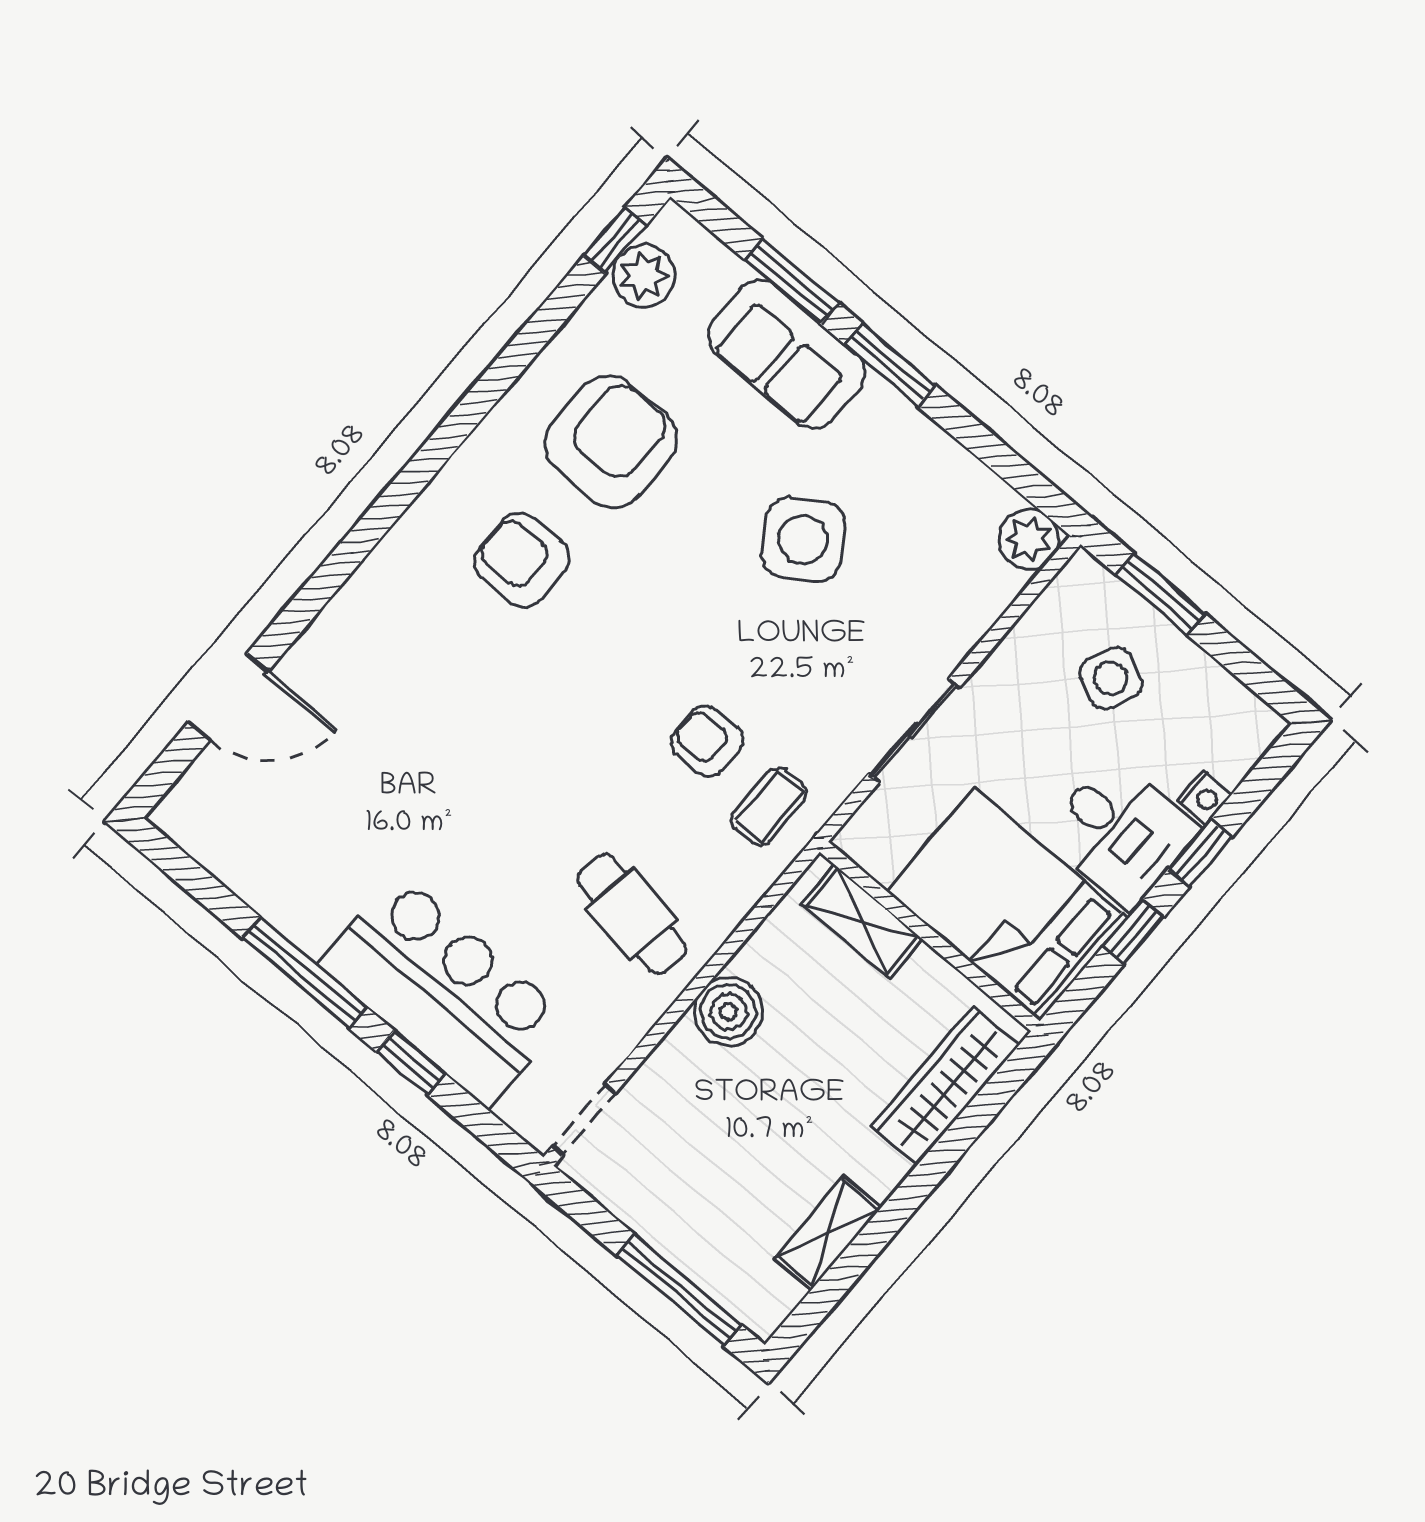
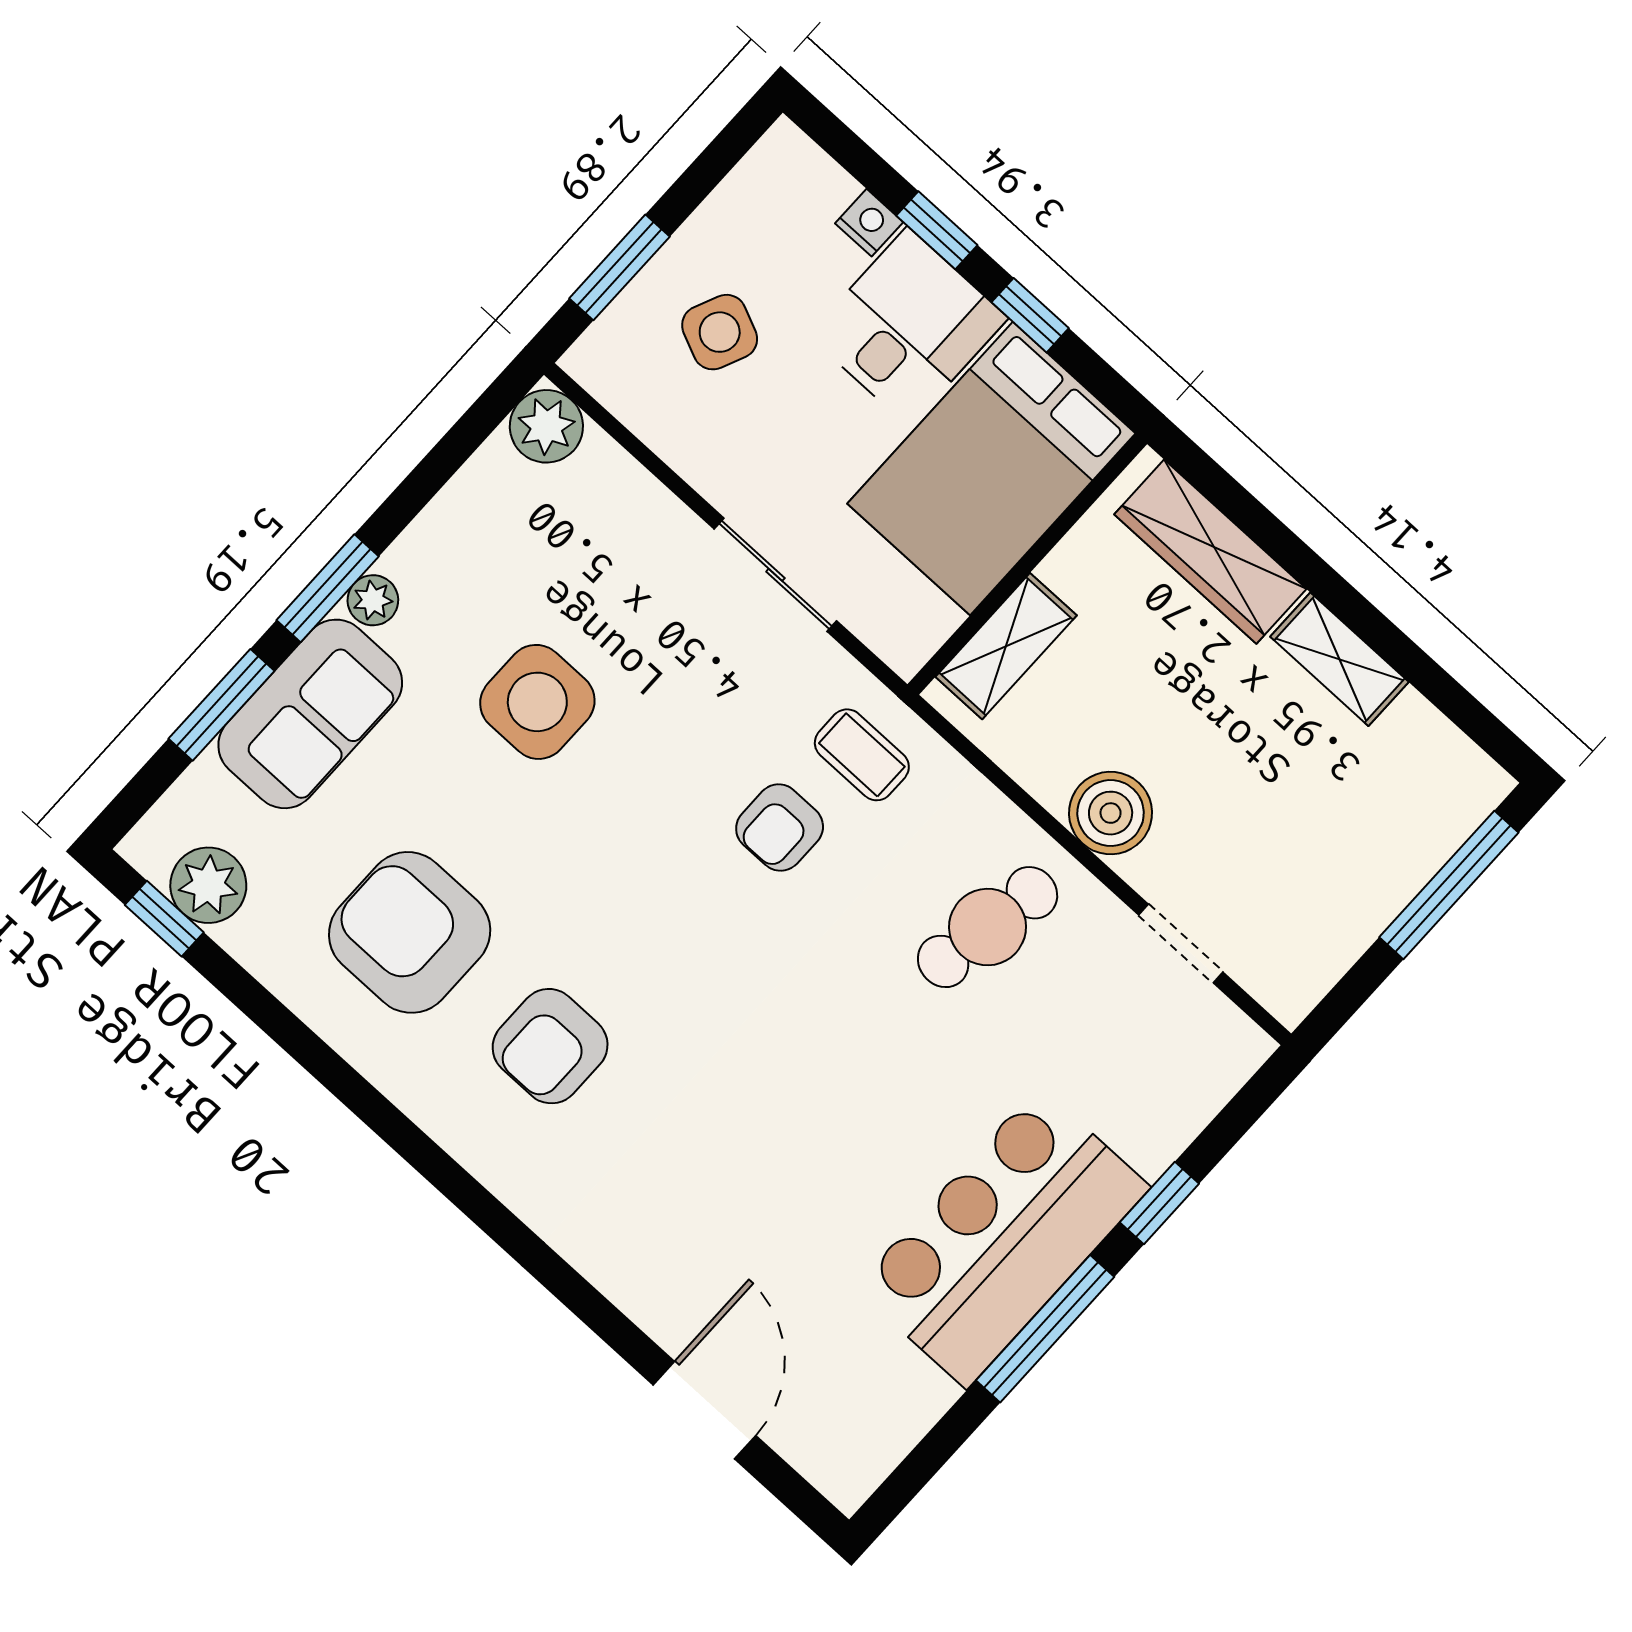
plant: (881, 402) -> (373, 600), added
side table: (803, 540) -> (537, 702), turned 34
bar counter: (443, 990) -> (1003, 1237), moved
doorway: (584, 1120) -> (1181, 944), moved
shelving: (828, 1233) -> (1339, 659), moved

